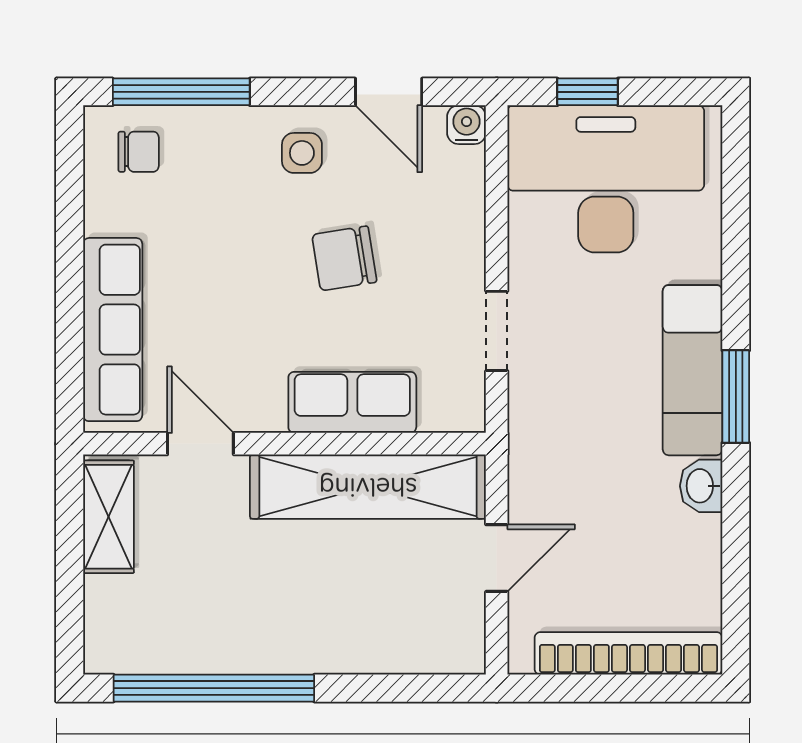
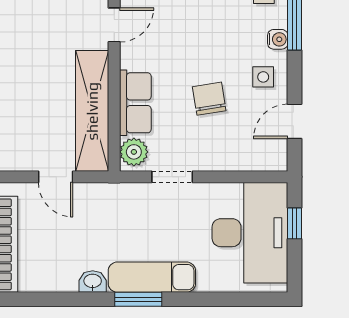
water cooler: (467, 125) -> (278, 39), moved
plant: (448, 405) -> (134, 152), added

